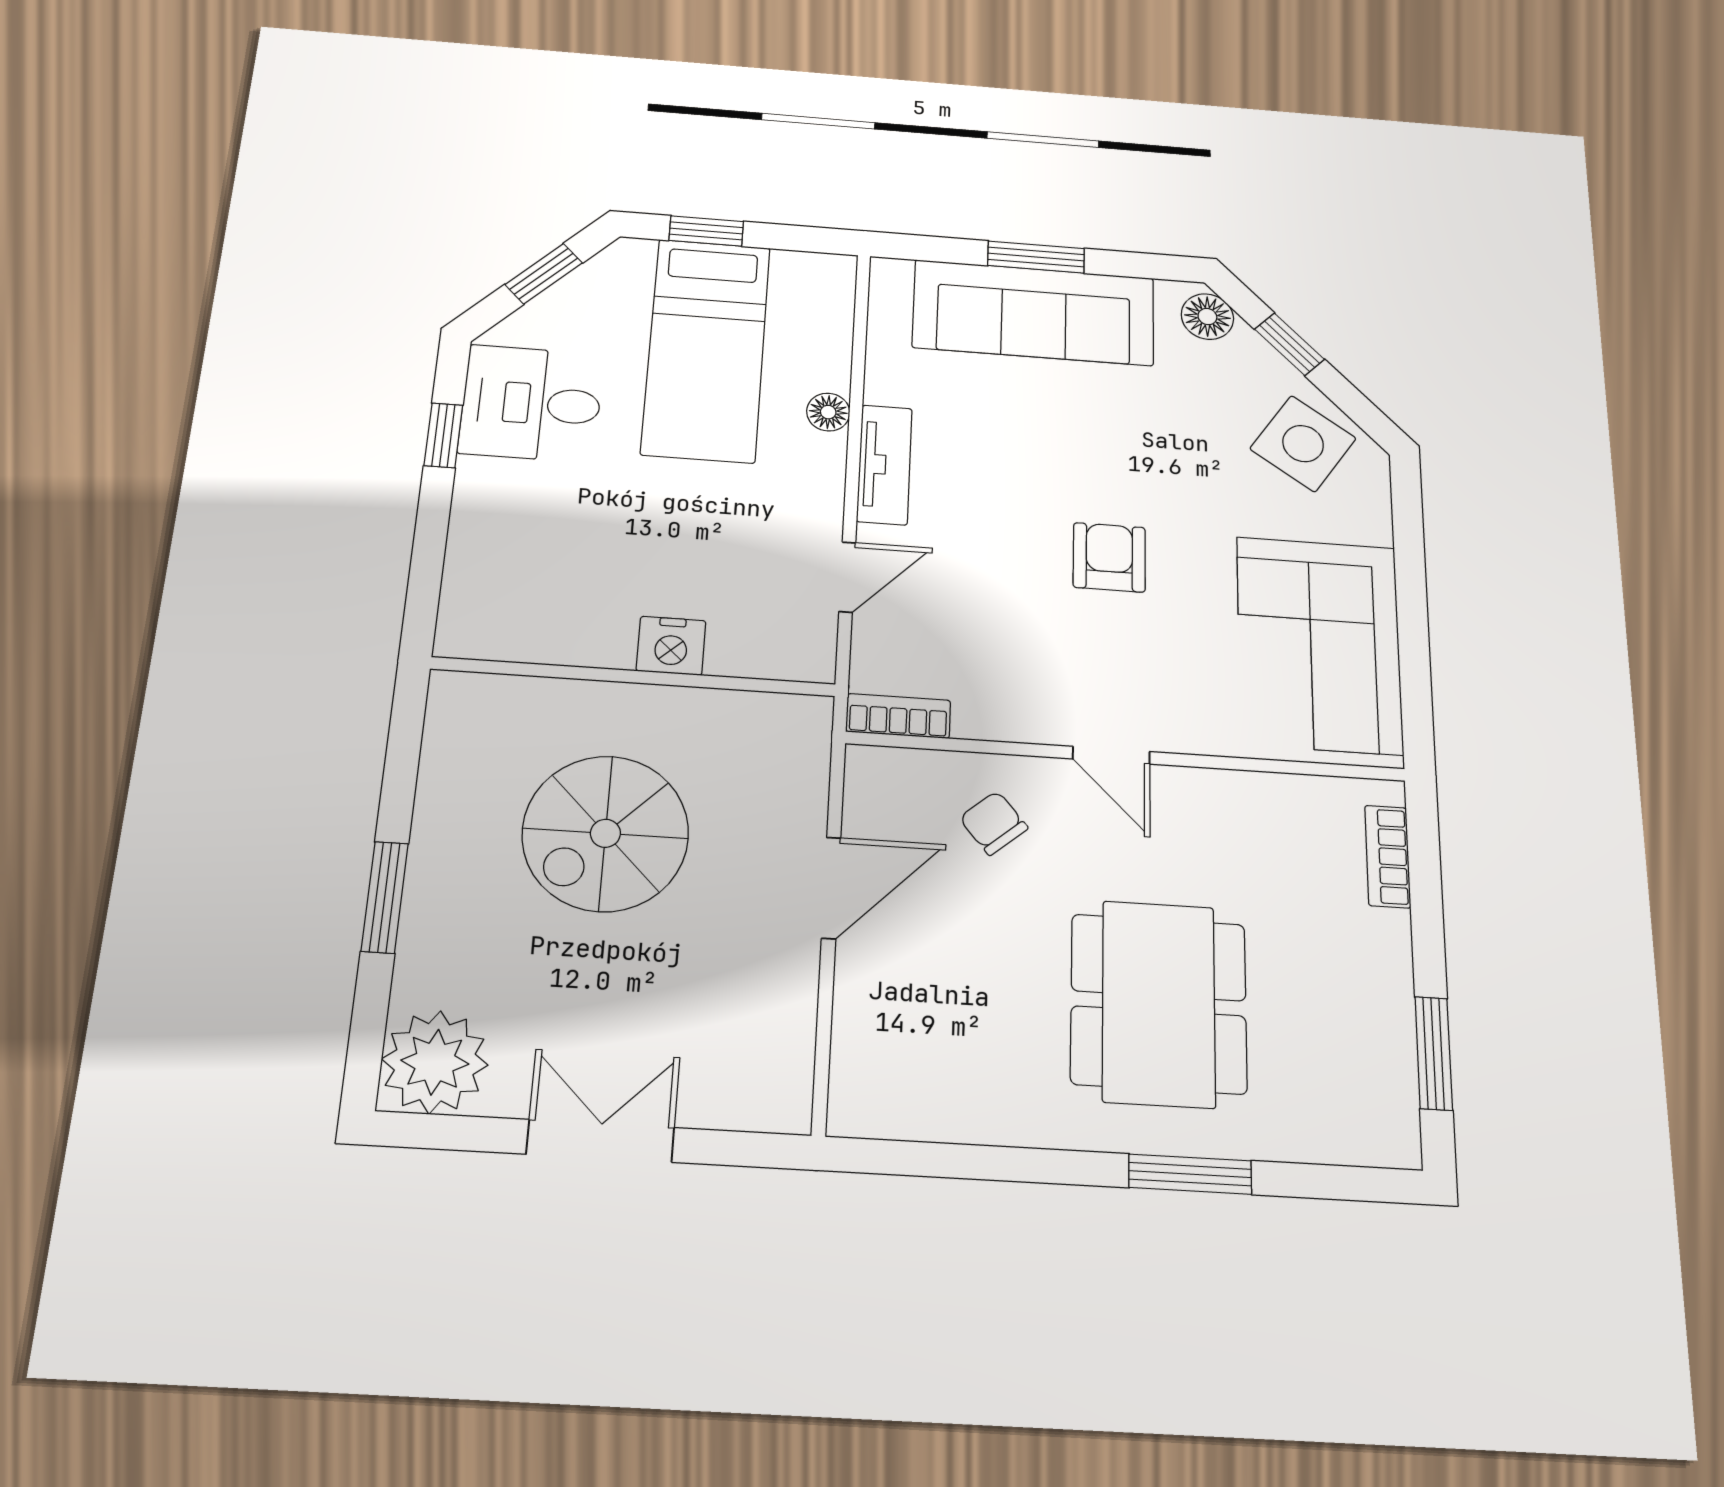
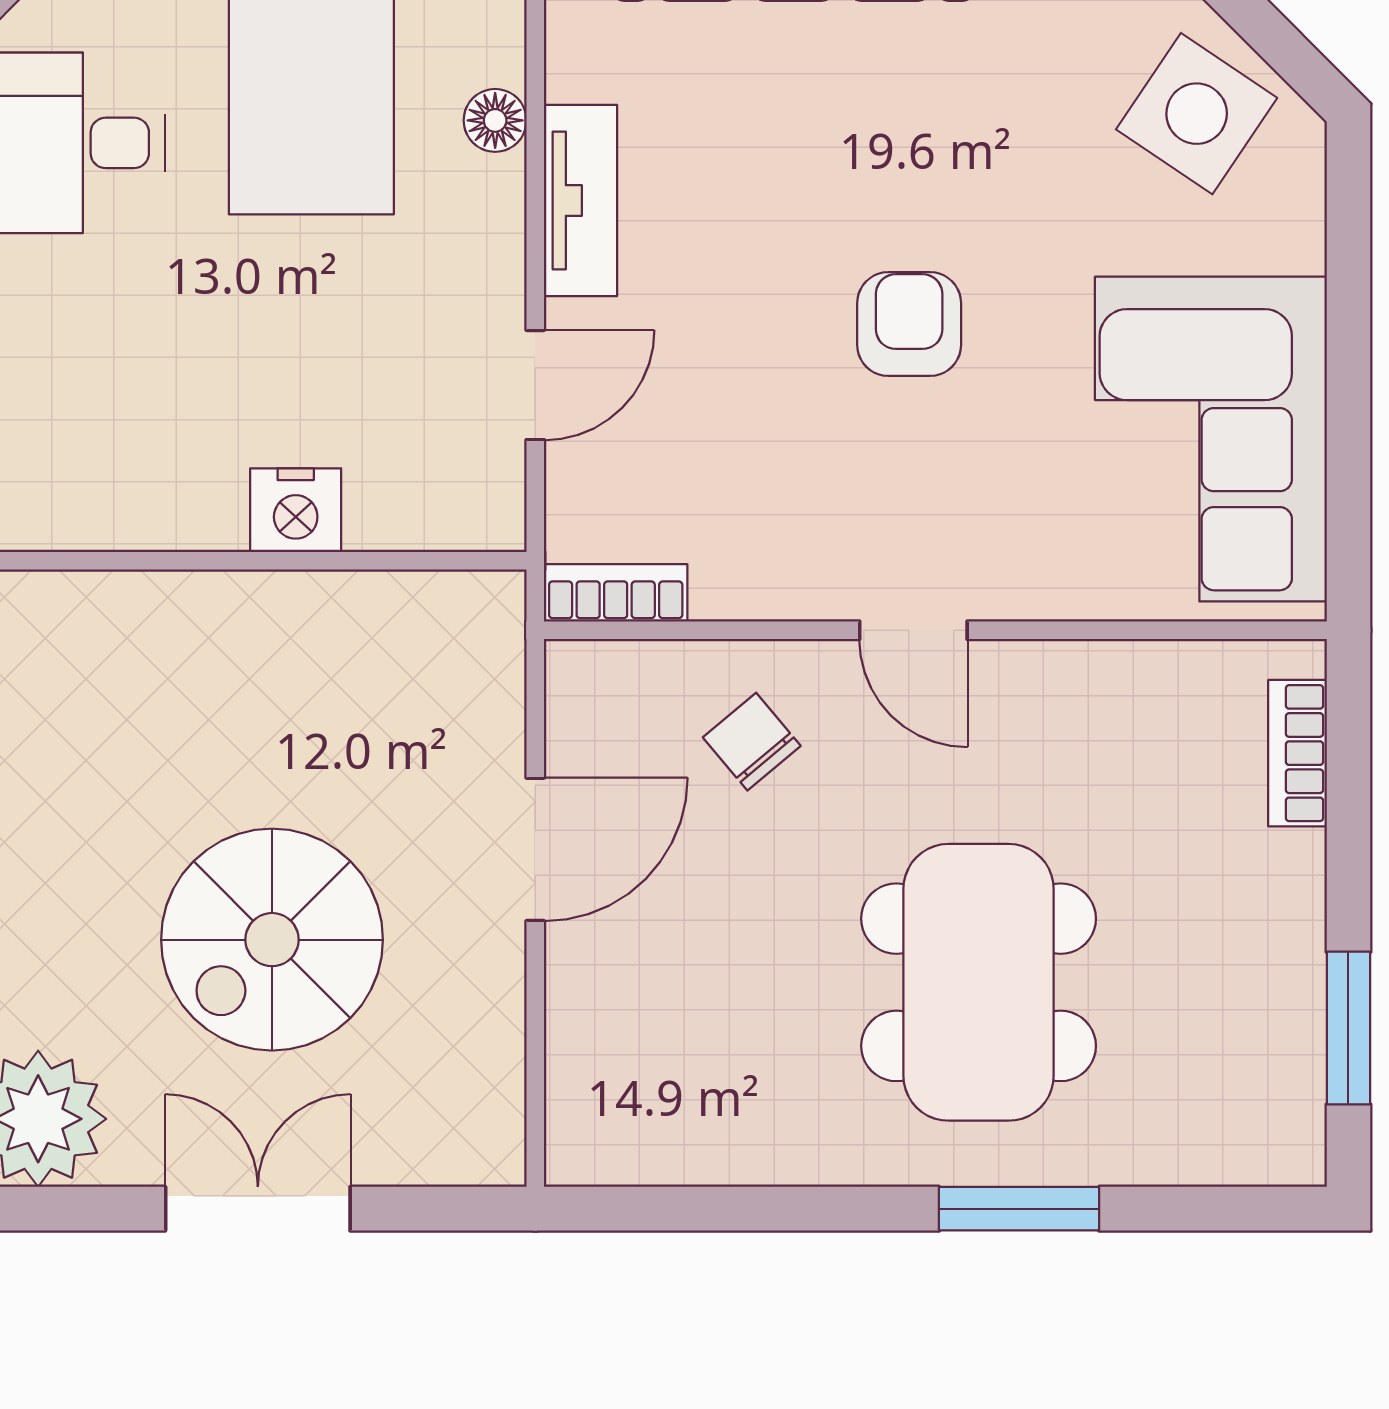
spiral stairs: (605, 833) -> (272, 940), moved

